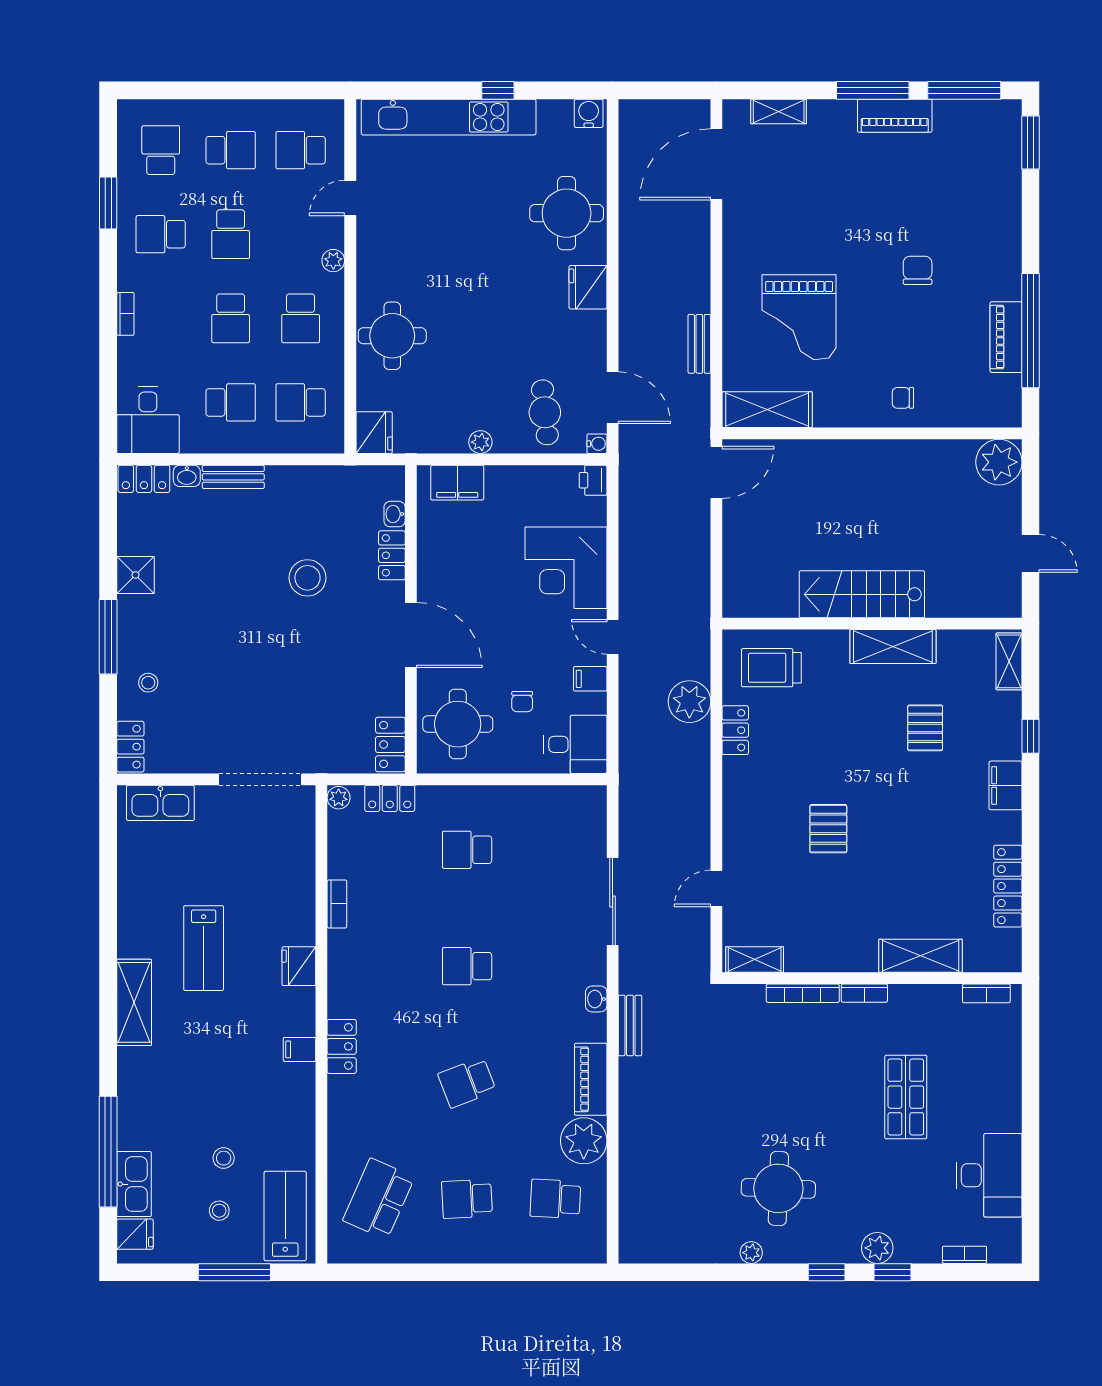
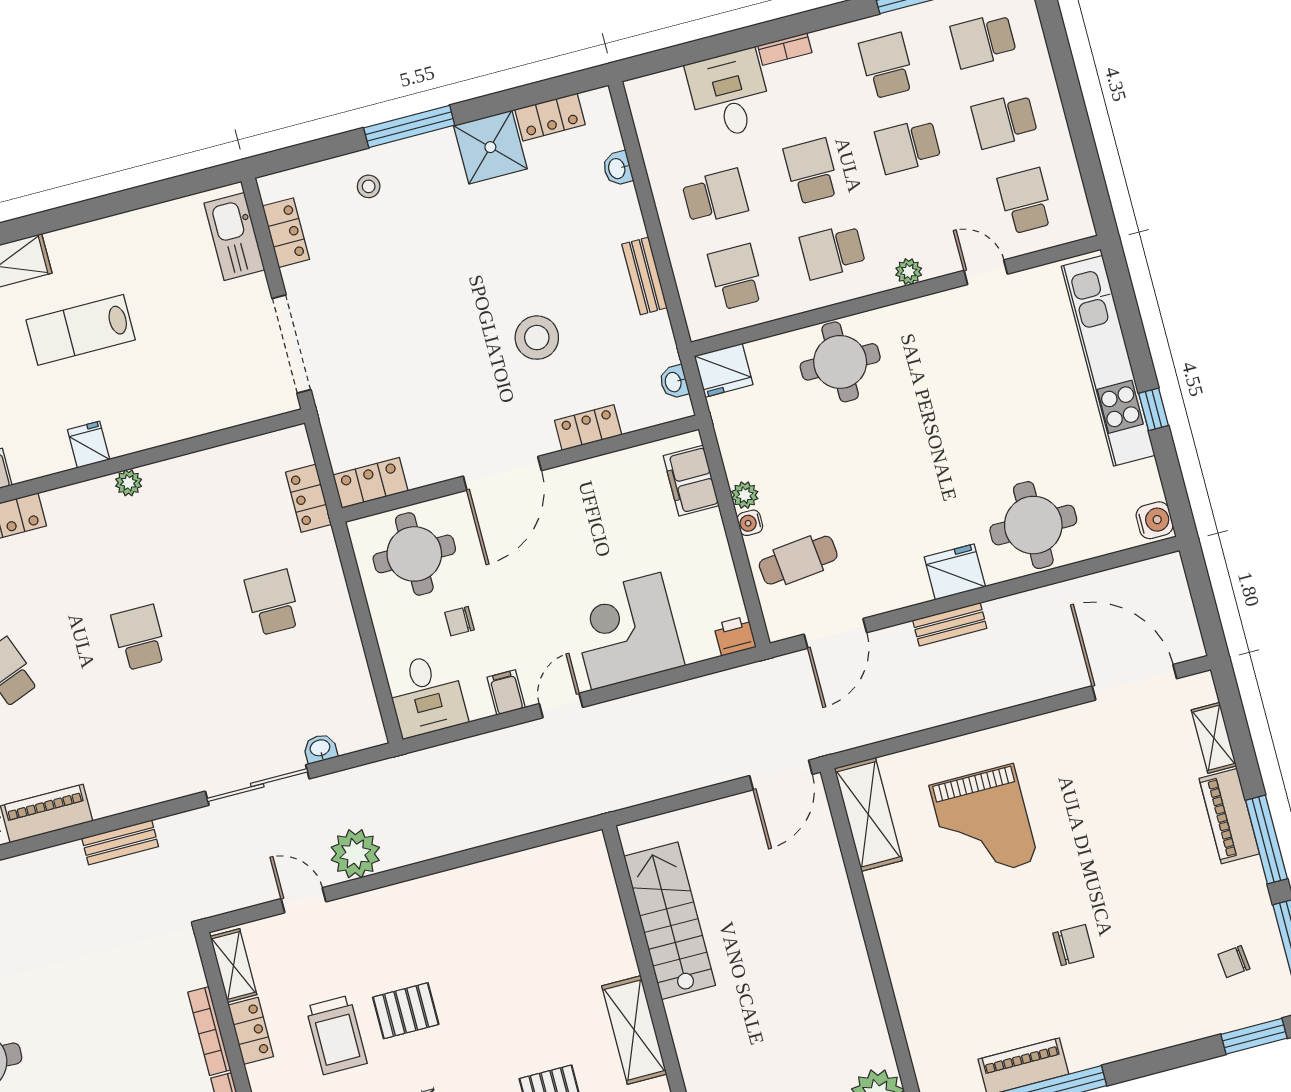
piano: (895, 116) -> (1229, 816), moved
school desk: (161, 150) -> (983, 40), turned 180
school desk: (231, 150) -> (1004, 121), turned 90
grand piano: (799, 317) -> (984, 823), turned -90
school desk: (231, 318) -> (811, 171), turned 90
bench: (699, 344) -> (950, 624), moved
chair: (903, 398) -> (1234, 962), moved, turned -96
school desk: (231, 402) -> (715, 197), turned -90
desk: (148, 420) -> (729, 94), moved, turned 90
water cooler: (597, 444) -> (750, 523), moved, turned 90
door: (716, 472) -> (781, 775), hinge flipped
bench: (233, 477) -> (645, 276), moved
locker: (144, 479) -> (550, 117), moved, turned -90
washbasin: (395, 514) -> (674, 382), moved, turned -90
shower: (135, 575) -> (490, 147), width x1.36, depth x1.36
stairs: (862, 594) -> (670, 921), moved
trolley: (771, 668) -> (336, 1035), moved, turned 180
plant: (689, 702) -> (355, 854), moved
locker: (735, 730) -> (251, 1031), moved, turned -90
locker: (130, 747) -> (286, 233), moved, turned -90
plant: (339, 798) -> (129, 483), moved
bookcase: (337, 904) -> (171, 469), removed
fridge: (299, 966) -> (89, 445), width x0.72
washbasin: (596, 999) -> (320, 749), moved

